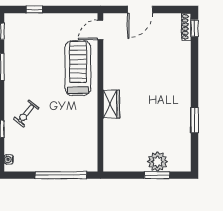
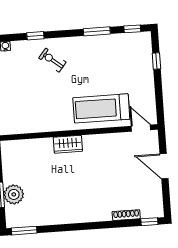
shoe rack: (186, 27) -> (126, 215), moved
treadmill: (78, 68) -> (101, 108), turned 180
window: (194, 120) -> (24, 231), moved

